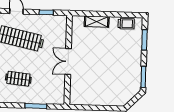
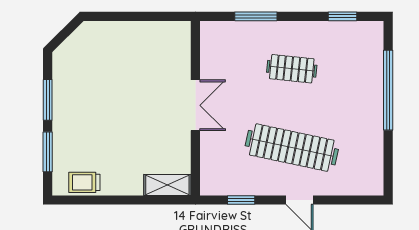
shelving: (97, 22) -> (167, 185), moved
window: (143, 77) -> (48, 100), moved

